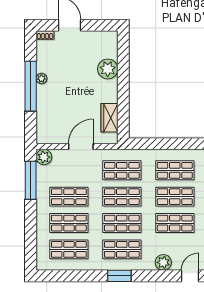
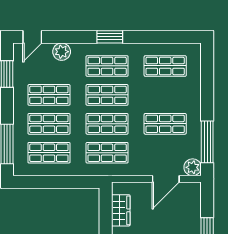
door: (81, 146) -> (166, 179), moved
shop shelf: (69, 223) -> (165, 95), removed

